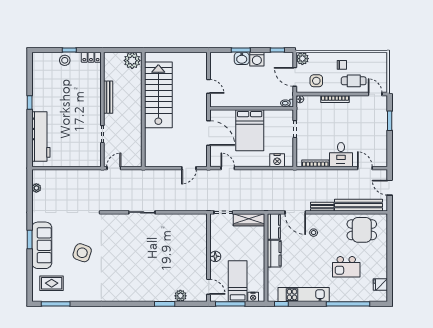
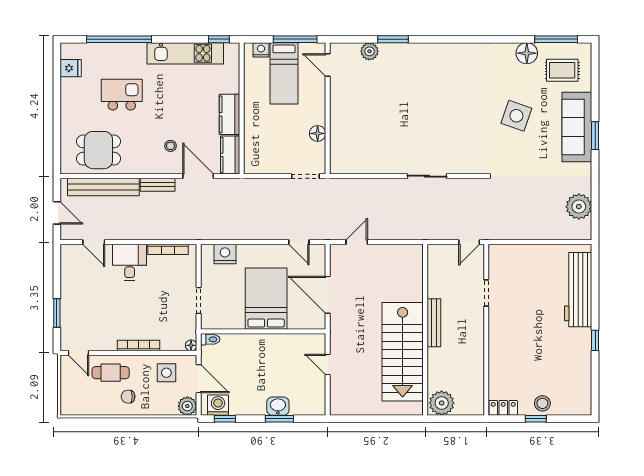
washing machine: (257, 59) -> (218, 405), moved
bench: (108, 97) -> (434, 323), moved
plant: (36, 188) -> (579, 207), width x1.87, depth x1.87
wardrobe: (249, 220) -> (267, 165), removed
floor lamp: (215, 256) -> (318, 133), moved
floor lamp: (75, 295) -> (527, 53), added

